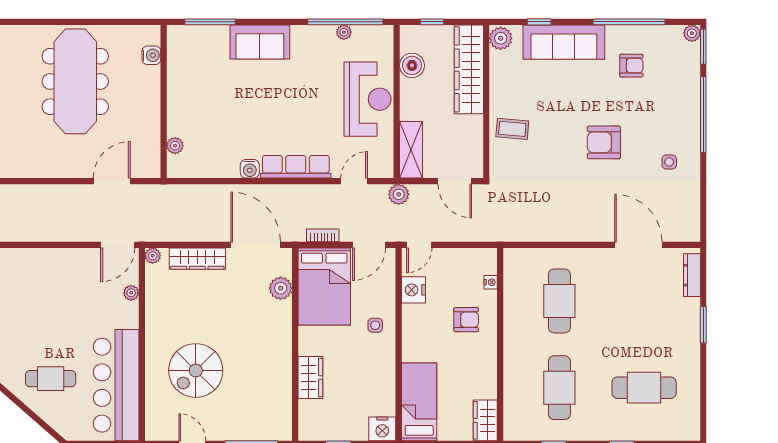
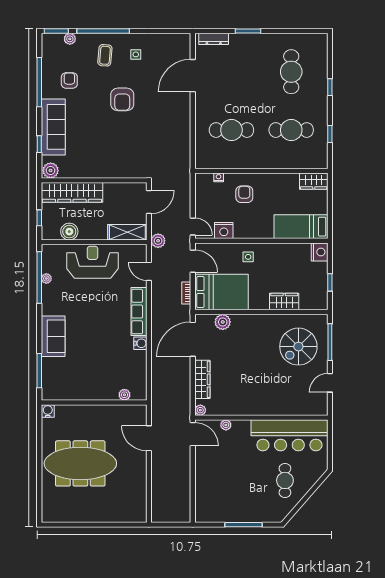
plant: (692, 33) -> (70, 39), moved
water cooler: (151, 55) -> (48, 411), moved
coffee table: (512, 129) -> (105, 55), moved
spiral stairs: (196, 371) -> (298, 347), moved, turned 90

